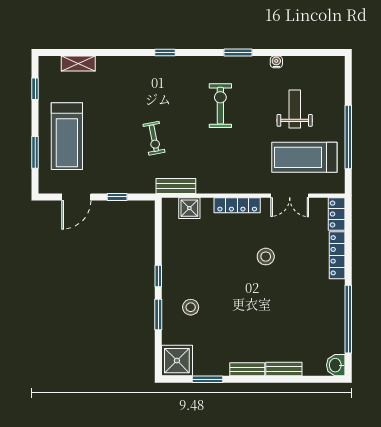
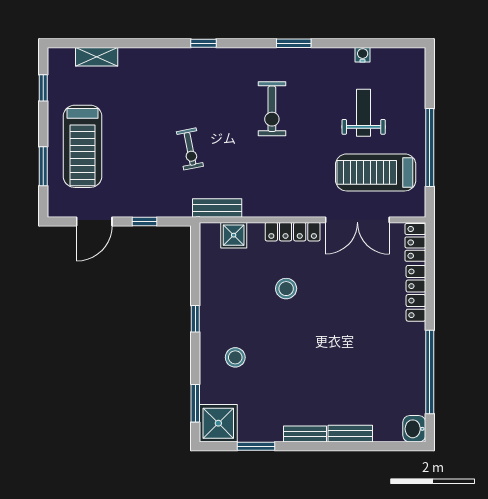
water cooler: (276, 62) -> (363, 55), moved
exercise bike: (220, 106) -> (272, 109), turned 180
double door: (290, 196) -> (357, 220), width x1.37
stool: (266, 257) -> (286, 289), moved
window: (158, 314) -> (195, 403), moved

